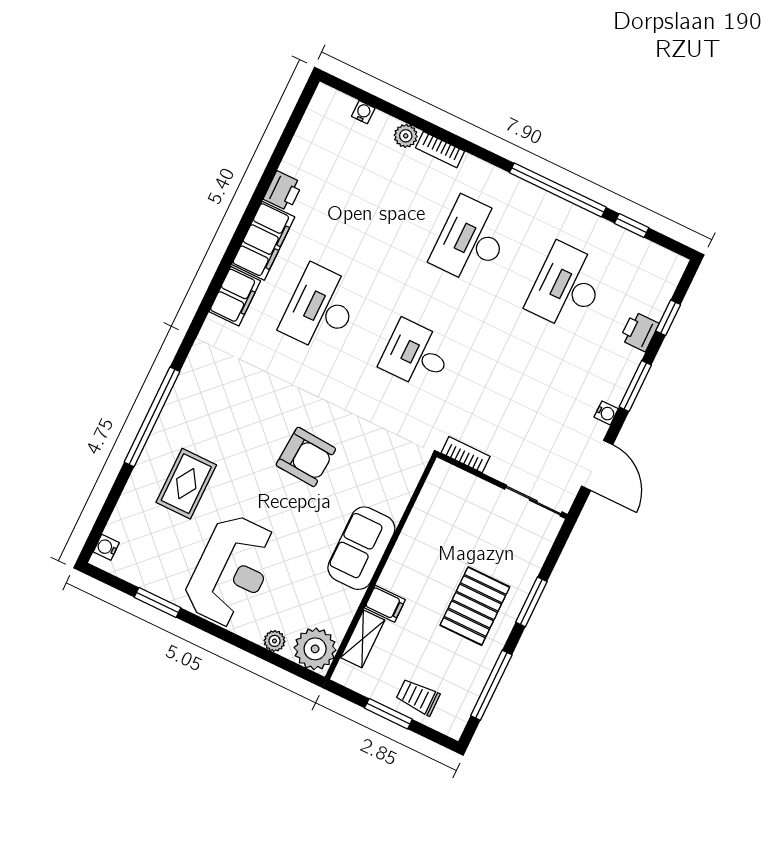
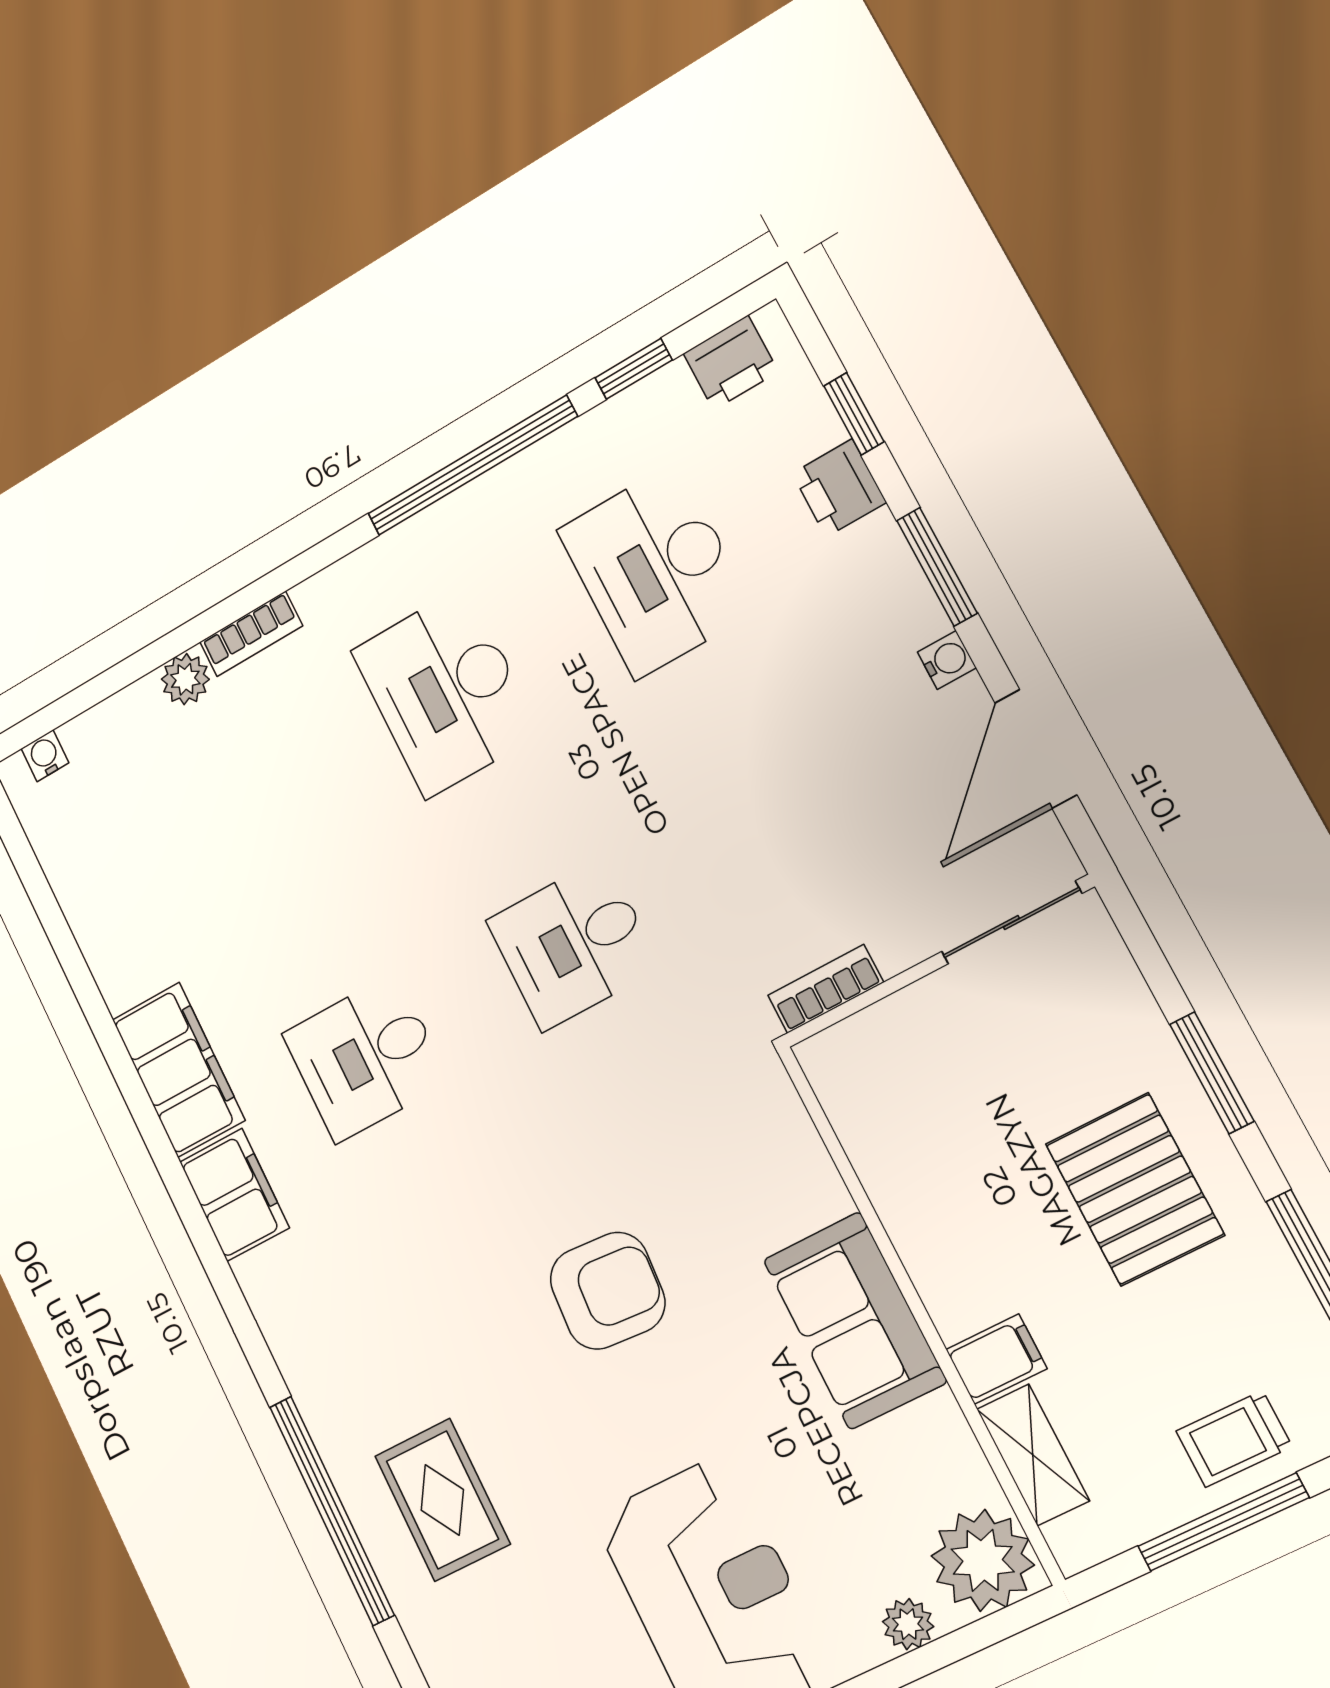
water cooler: (363, 112) -> (45, 756), moved
printer: (283, 191) -> (731, 363), moved, turned 90
desk: (320, 309) -> (366, 1058), width x0.73
door: (597, 465) -> (1036, 749), swing flipped
rug: (186, 484) -> (442, 1500), moved
window: (388, 714) -> (1223, 1522), width x1.44

